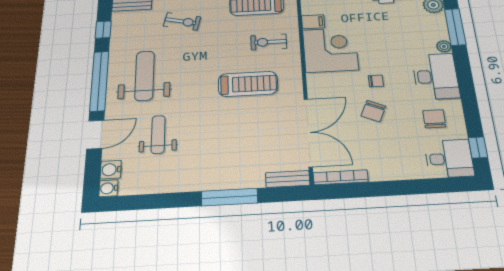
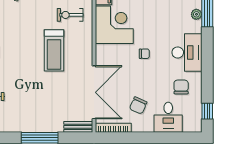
plant: (444, 46) -> (196, 14), moved
treadmill: (248, 84) -> (54, 50), turned 90
chair: (373, 111) -> (138, 105), moved
desk: (449, 159) -> (168, 117), moved, turned 90

